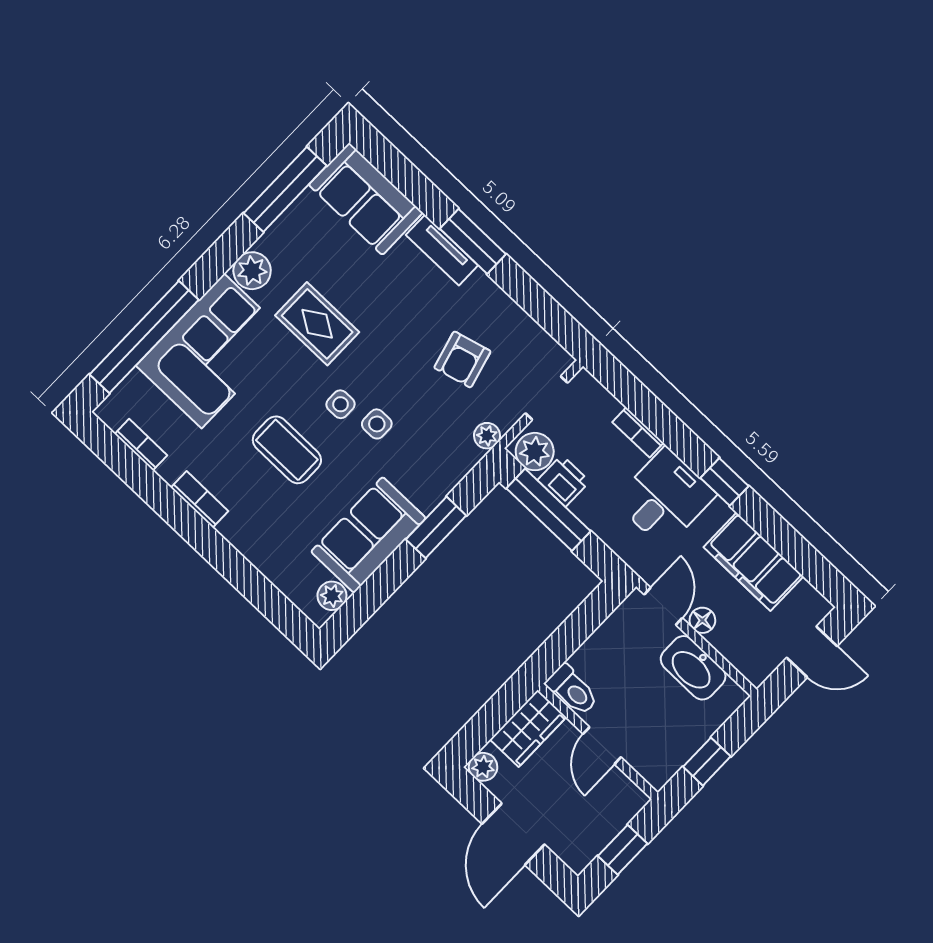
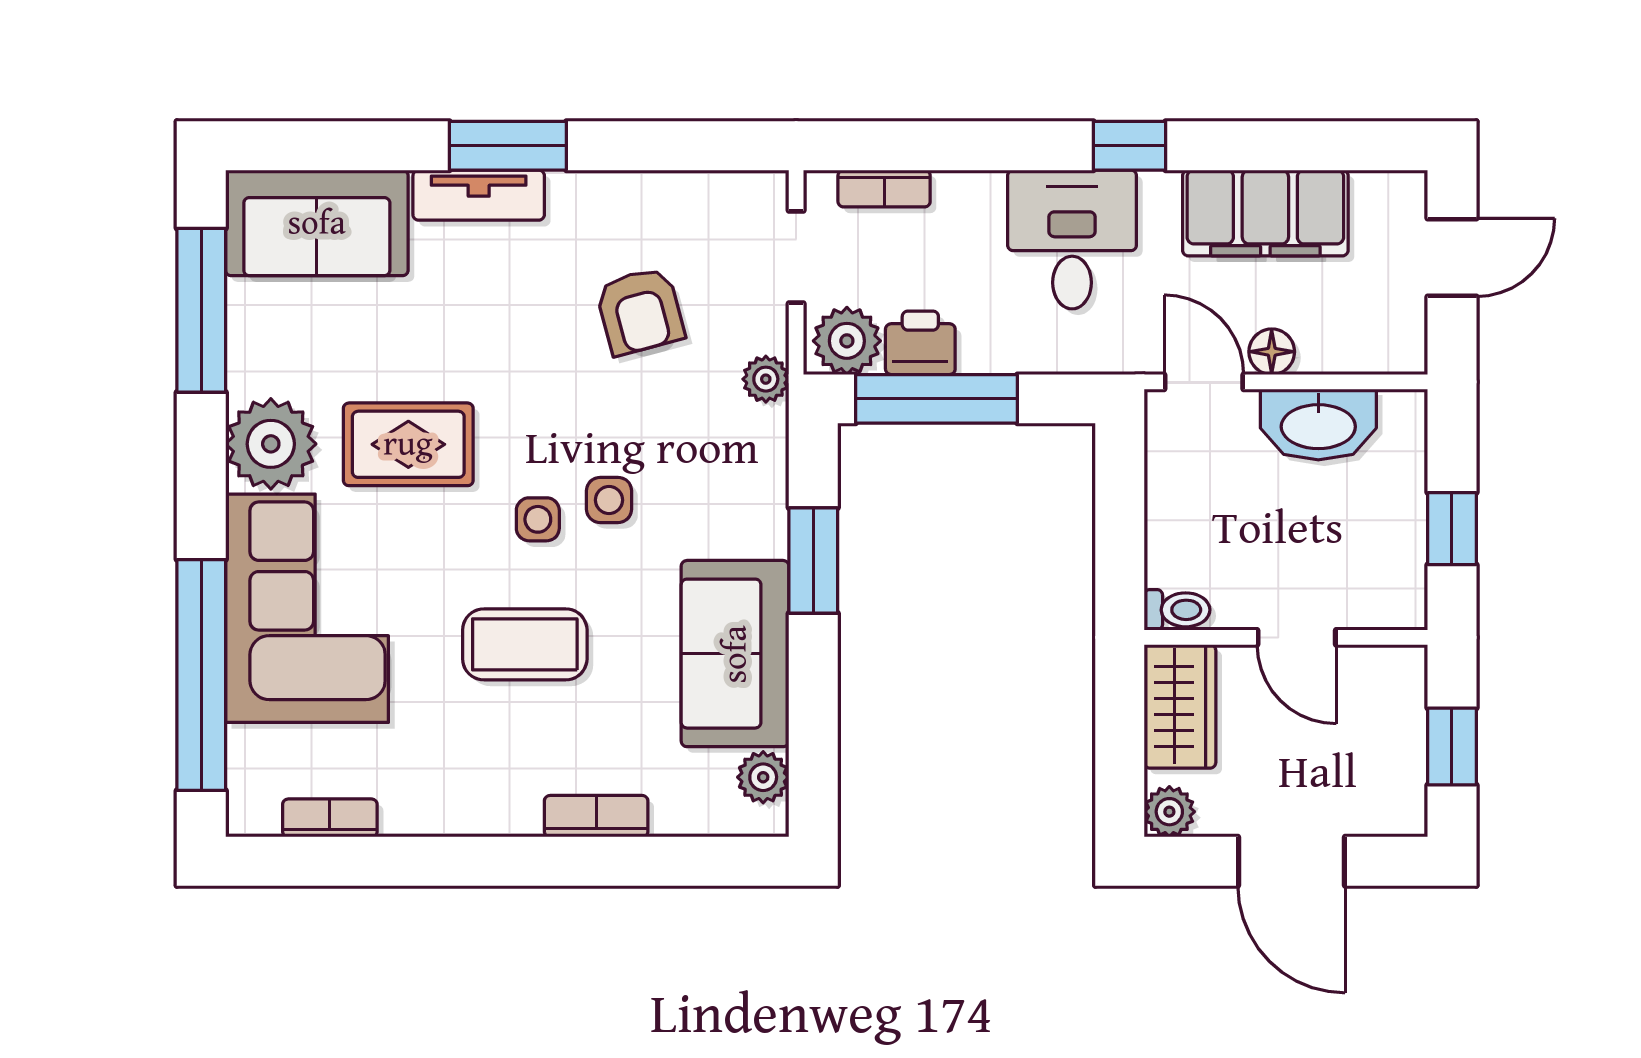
plant: (252, 271) -> (271, 444), width x1.36, depth x1.36
bookcase: (638, 432) -> (884, 189), moved
bookcase: (200, 499) -> (596, 816), moved
toilet: (572, 690) -> (1177, 610), width x0.73, depth x0.72

